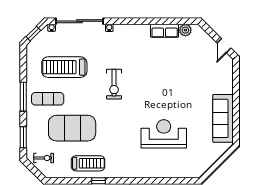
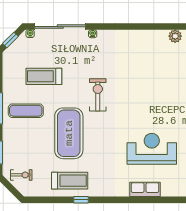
row of seats: (165, 31) -> (145, 189), moved, turned 180
treadmill: (64, 67) -> (44, 76), width x0.73, depth x0.73
exercise bike: (114, 84) -> (98, 95), turned 180
exercise mat: (72, 128) -> (69, 133), moved, turned 90

